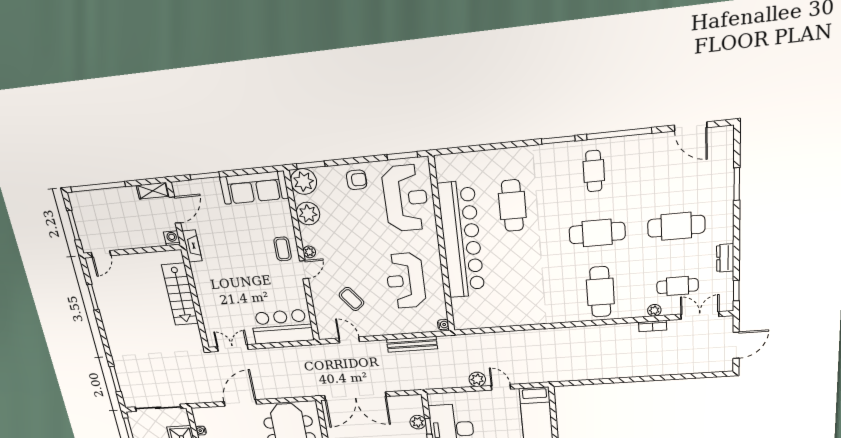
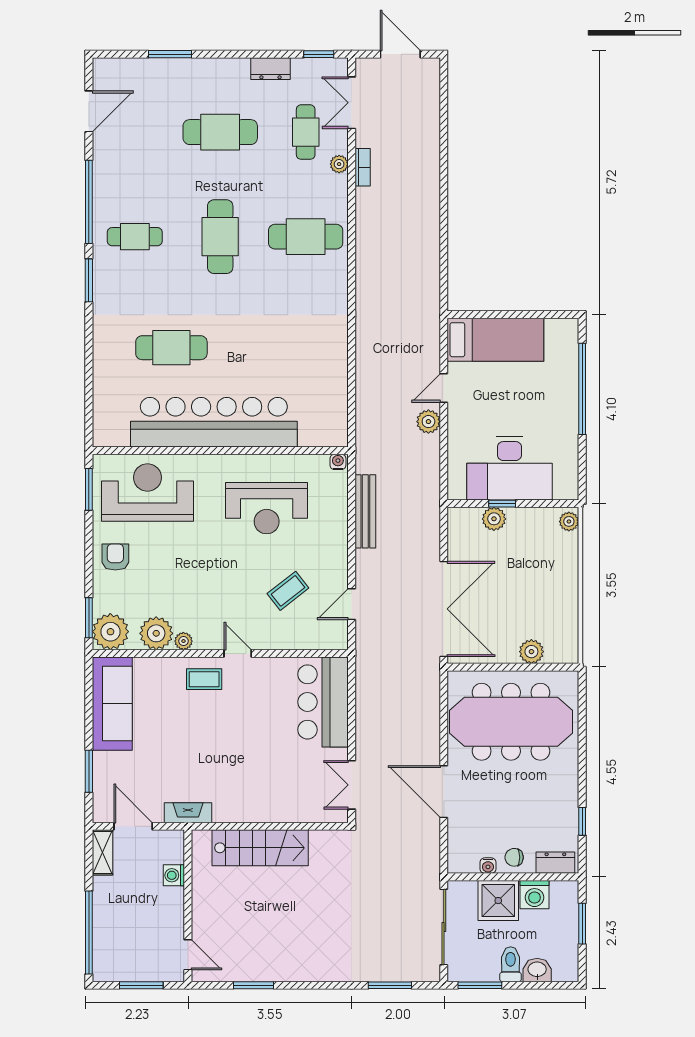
cafe table: (676, 226) -> (220, 132), turned 90
washing machine: (172, 238) -> (174, 875), moved
plant: (309, 252) -> (183, 641), moved

